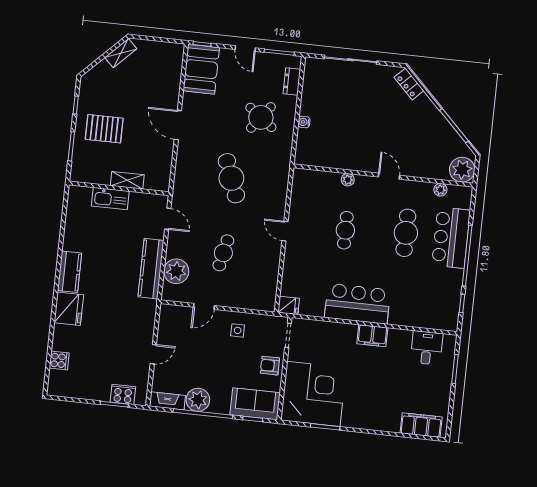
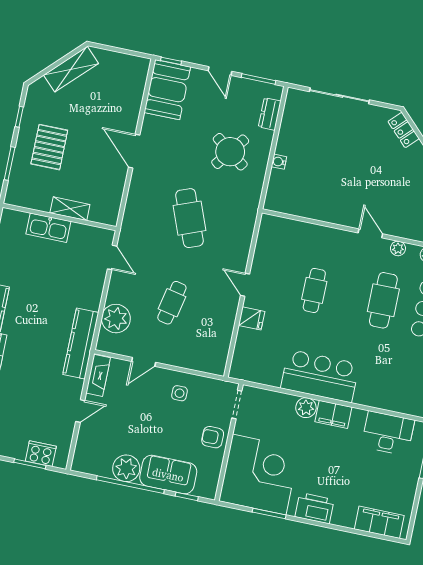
shelving: (121, 53) -> (71, 69), width x1.50, depth x1.33
pallet: (104, 129) -> (49, 147), turned 90
plant: (348, 180) -> (398, 248), moved
kitchen counter: (151, 269) -> (81, 344), moved
fridge: (289, 305) -> (252, 318), moved
plant: (348, 332) -> (306, 408), added
desk: (427, 348) -> (388, 433), width x1.37
fireplace: (167, 401) -> (98, 375), moved, turned 90
sofa: (255, 404) -> (168, 475), moved
printer: (364, 418) -> (315, 508), added

